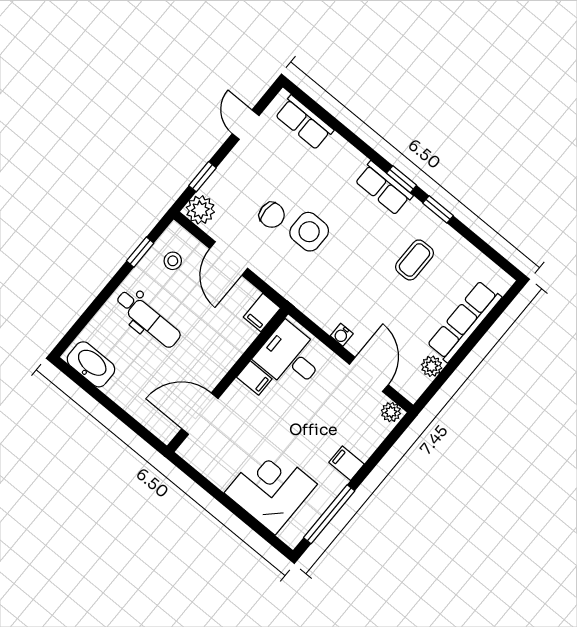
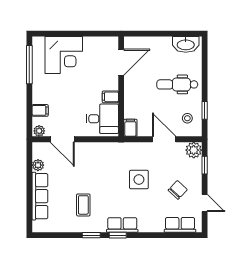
chair: (272, 215) -> (178, 190), moved, turned 133
water cooler: (342, 335) -> (88, 147), removed
filing cabinet: (347, 463) -> (40, 110), moved

